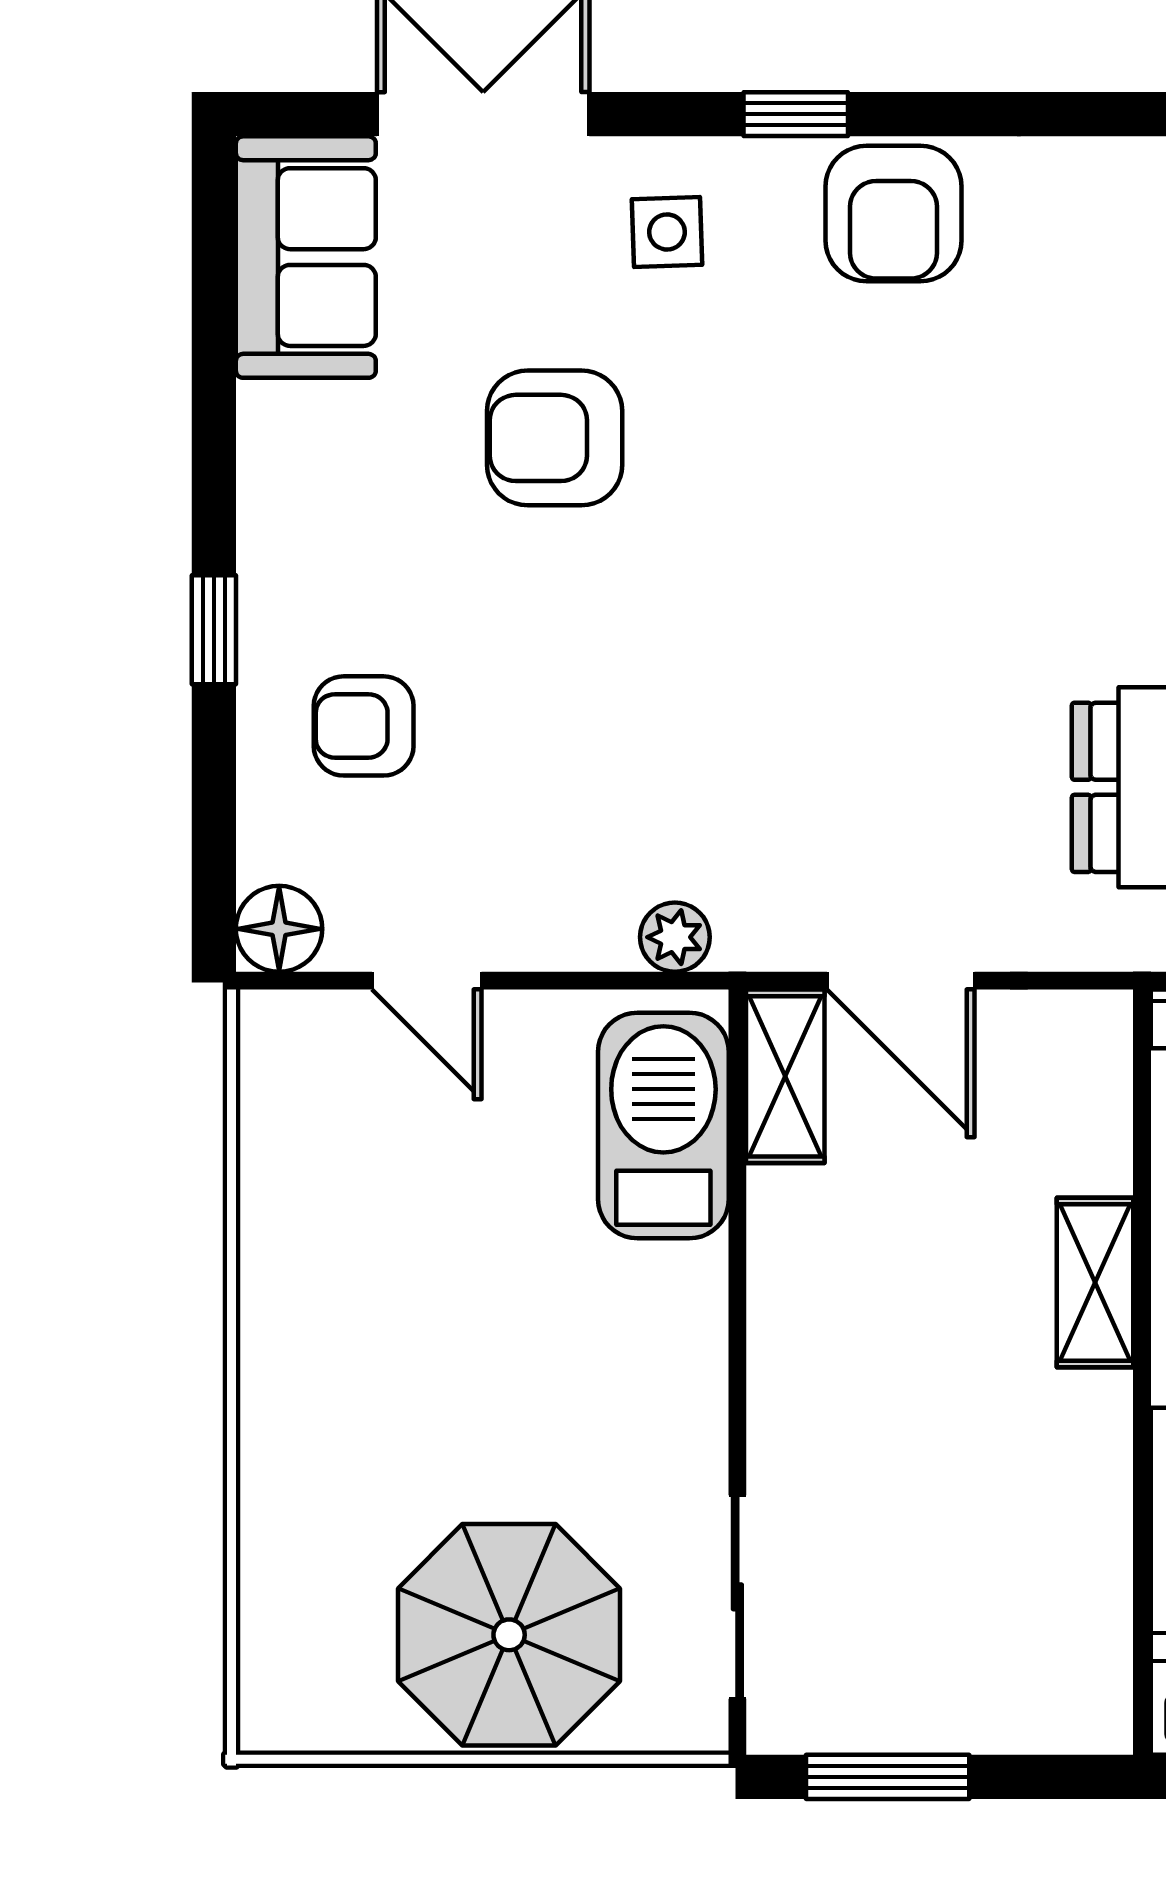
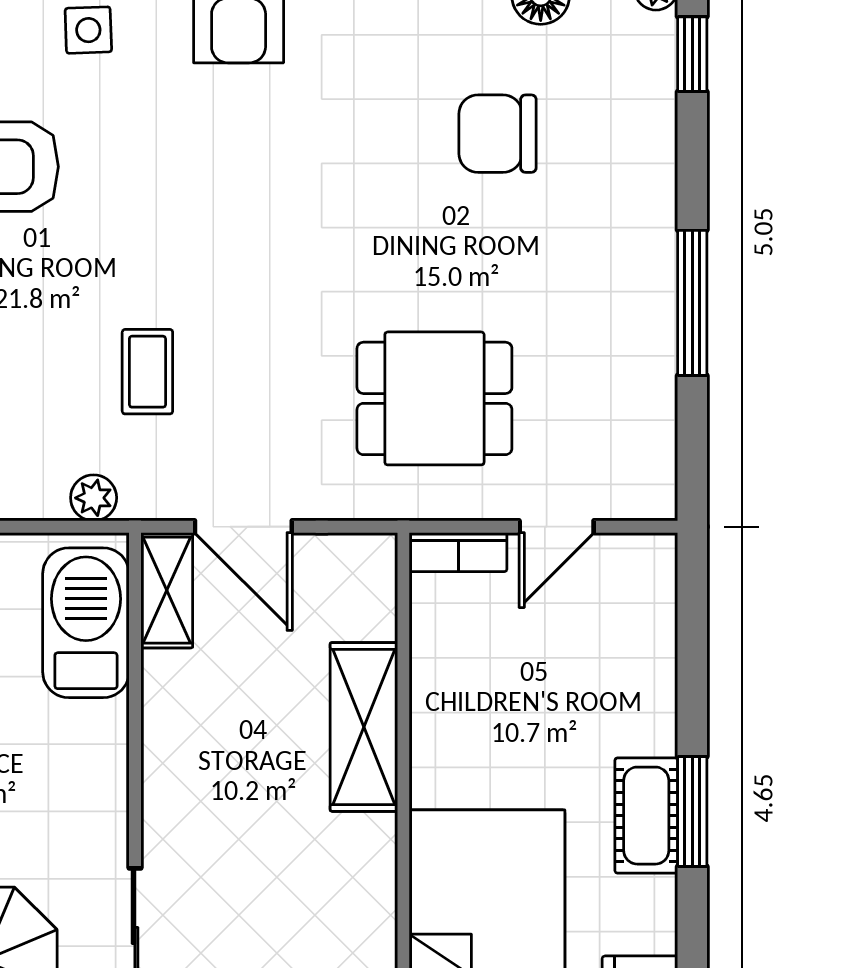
coffee table: (756, 747) -> (147, 372), added
shelving: (1095, 1283) -> (364, 727), width x1.50, depth x1.33

